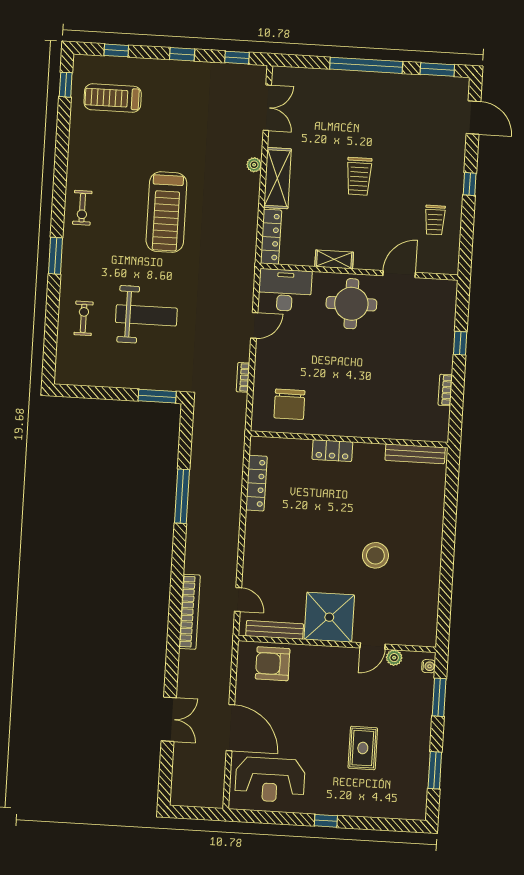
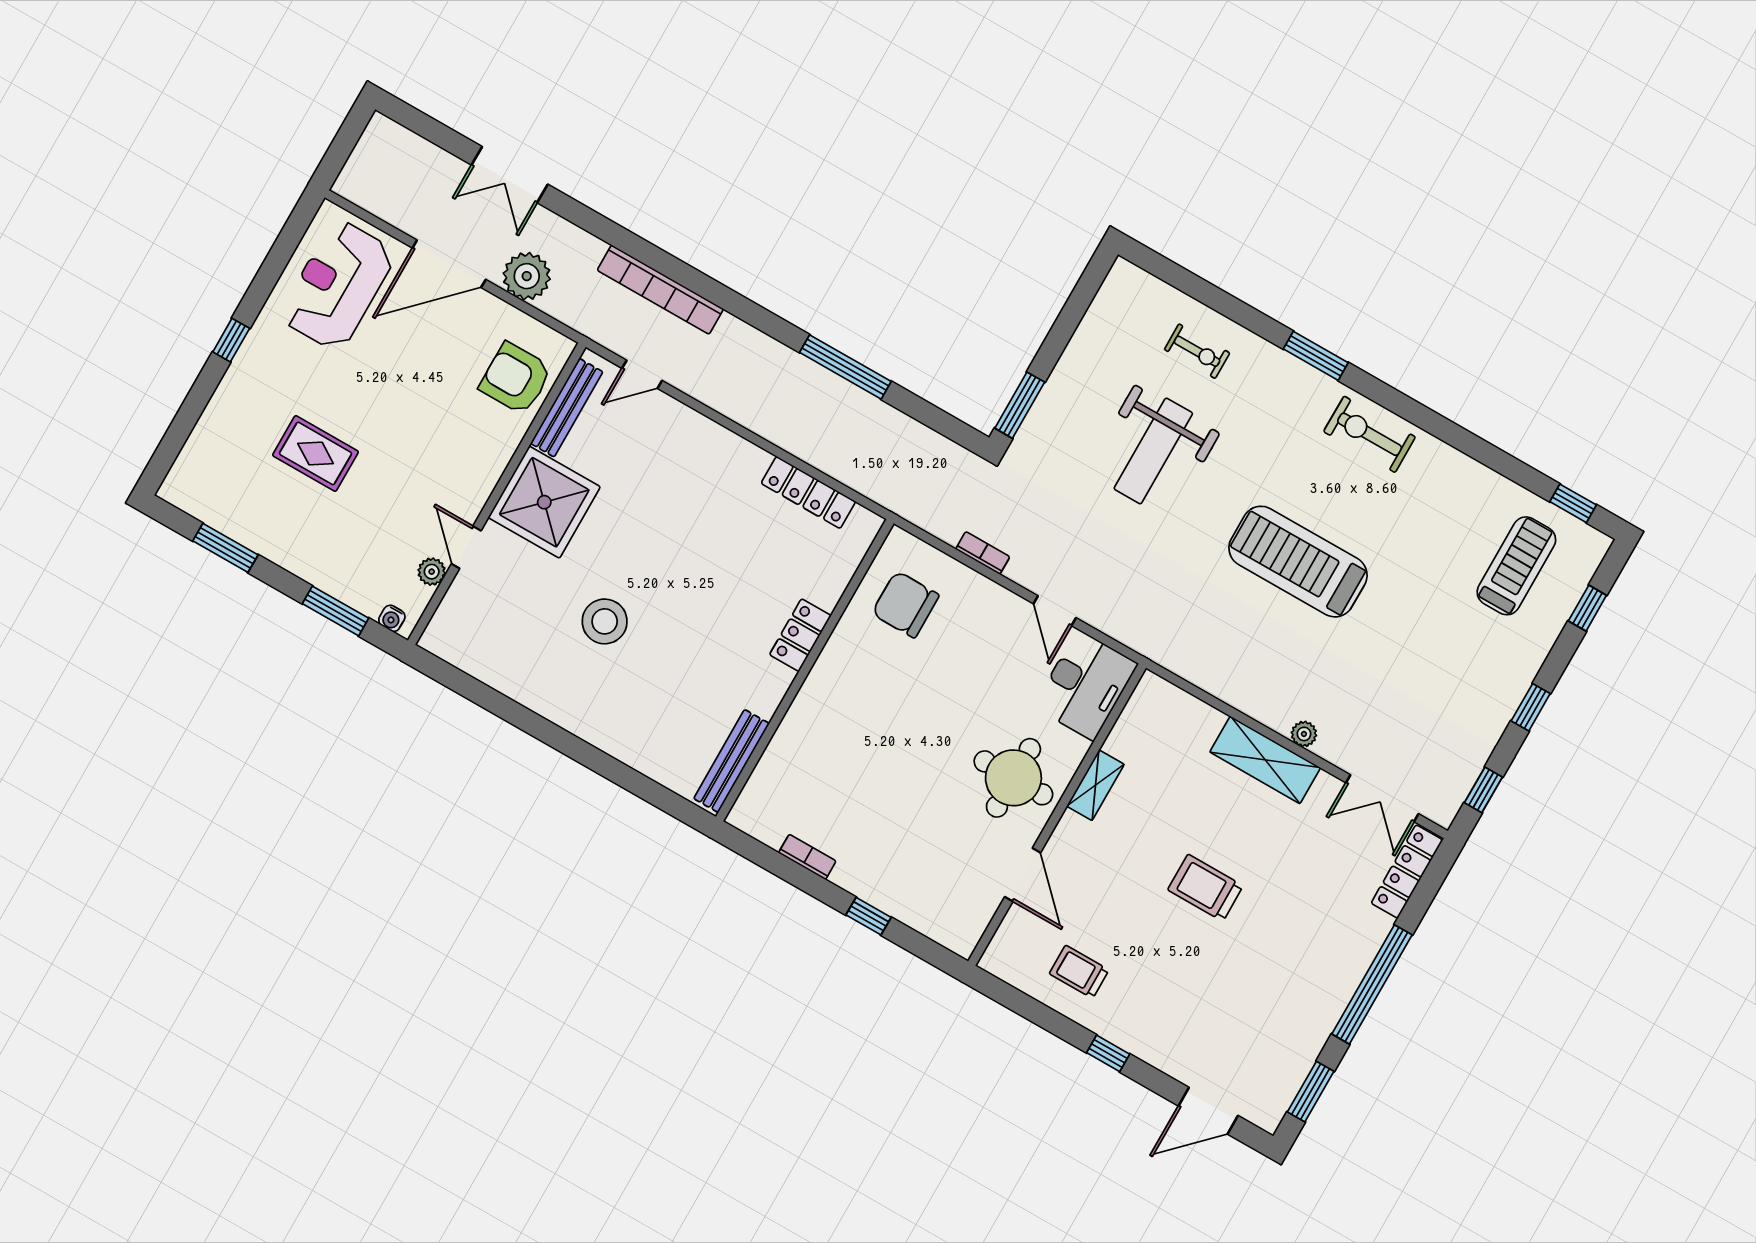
exercise bike: (82, 208) -> (1370, 434), width x1.38, depth x1.39
locker: (271, 237) -> (1407, 872), moved, turned 90
armchair: (273, 664) -> (516, 378), turned -90
plant: (217, 684) -> (527, 276), added

